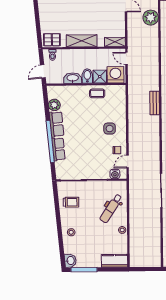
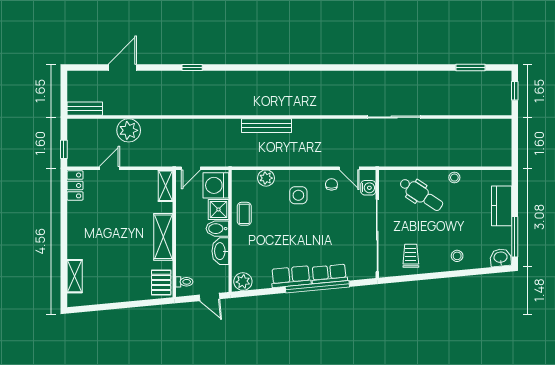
bench: (155, 103) -> (267, 126), width x1.36
plant: (54, 105) -> (243, 282), moved
plant: (121, 107) -> (266, 178), added
kitchen counter: (115, 261) -> (502, 206), moved

